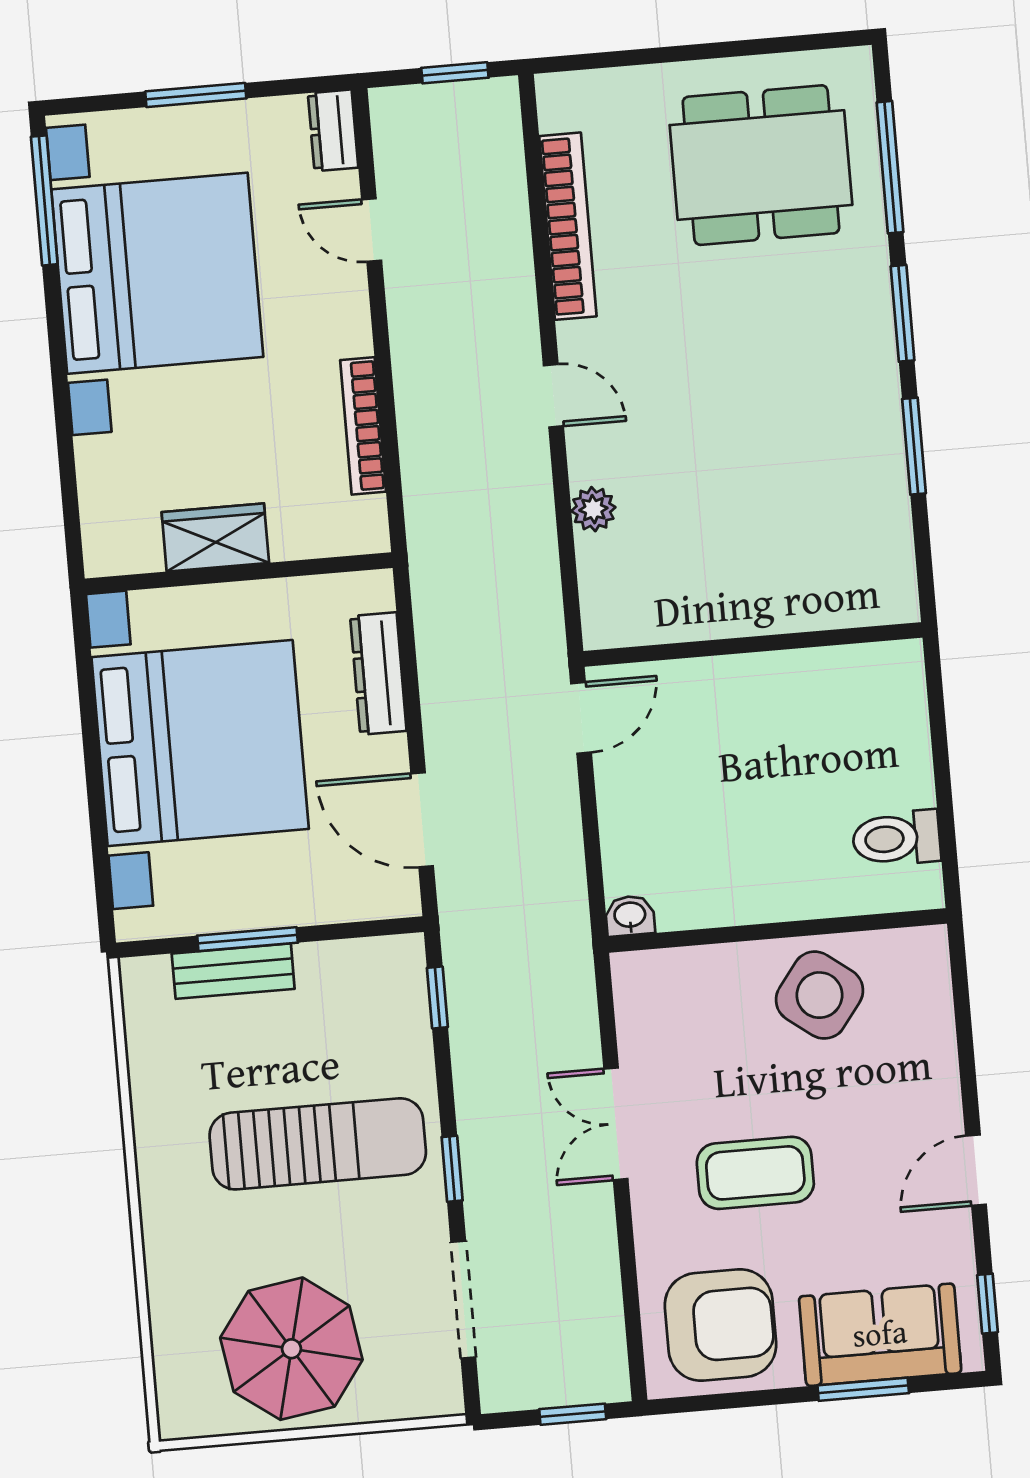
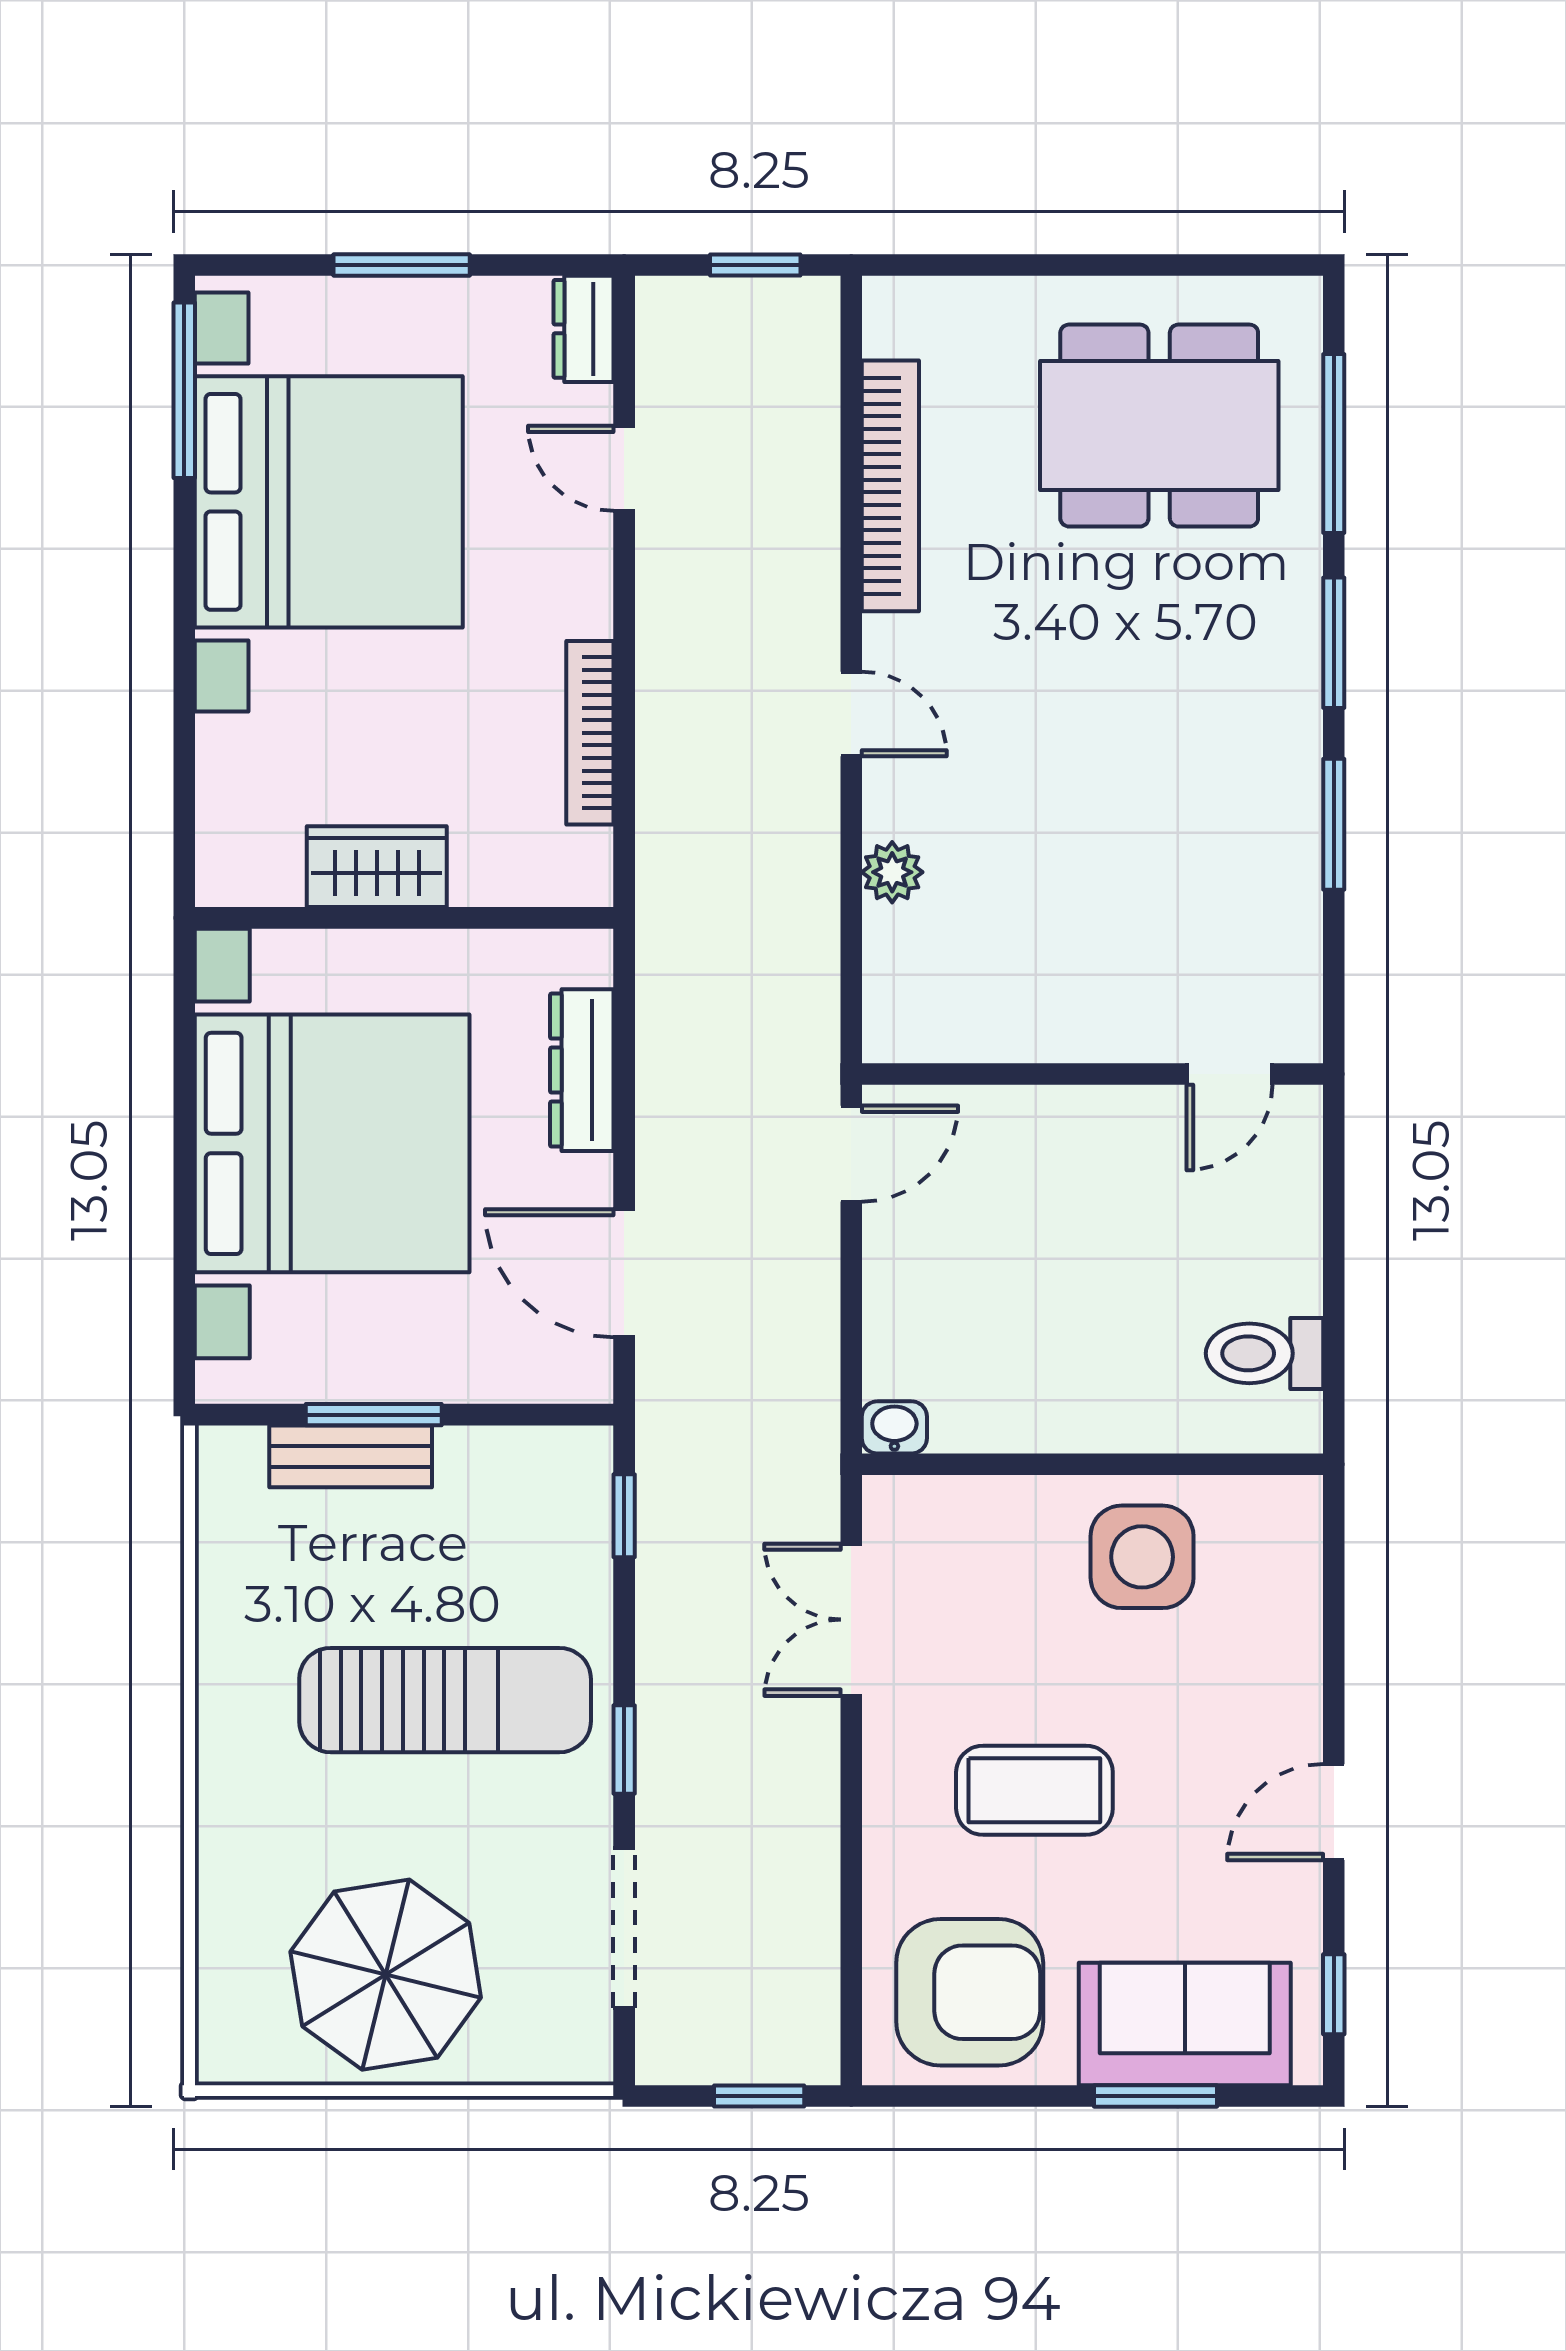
door: (853, 636) -> (1229, 1074), added
side table: (819, 995) -> (1142, 1557), turned -37
double door: (616, 1124) -> (851, 1620), moved

